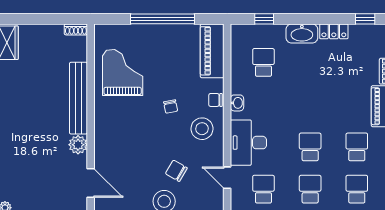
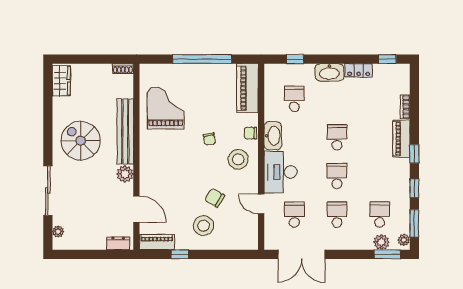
washbasin: (237, 103) -> (273, 136), width x1.91, depth x1.45
spiral stairs: (30, 108) -> (81, 141), added
school desk: (357, 147) -> (337, 137), moved

